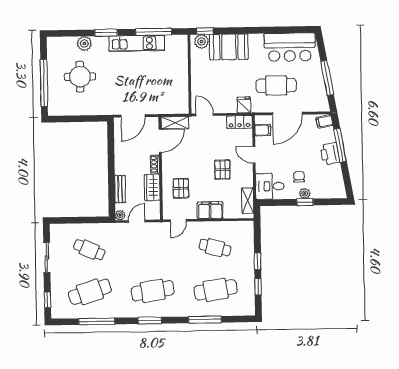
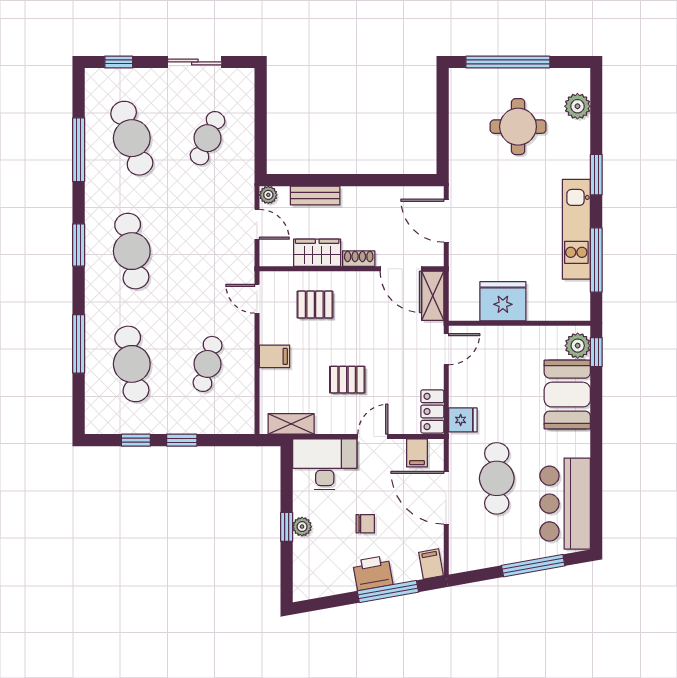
plant: (84, 43) -> (577, 106), moved
window: (327, 78) -> (533, 566), moved
fridge: (177, 84) -> (503, 301), added
chair: (299, 177) -> (365, 524), moved
desk: (270, 186) -> (325, 464), width x1.37
filing cabinet: (210, 210) -> (275, 356), width x0.50

